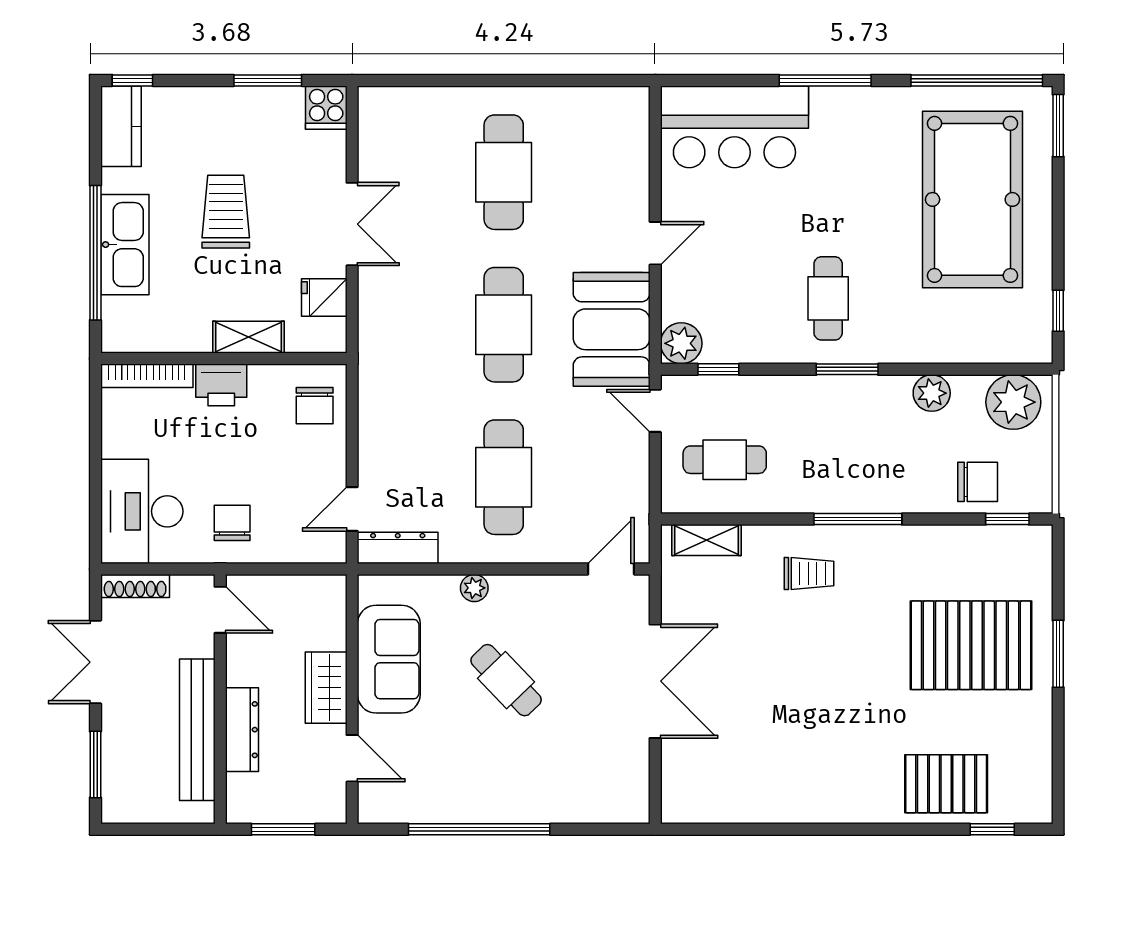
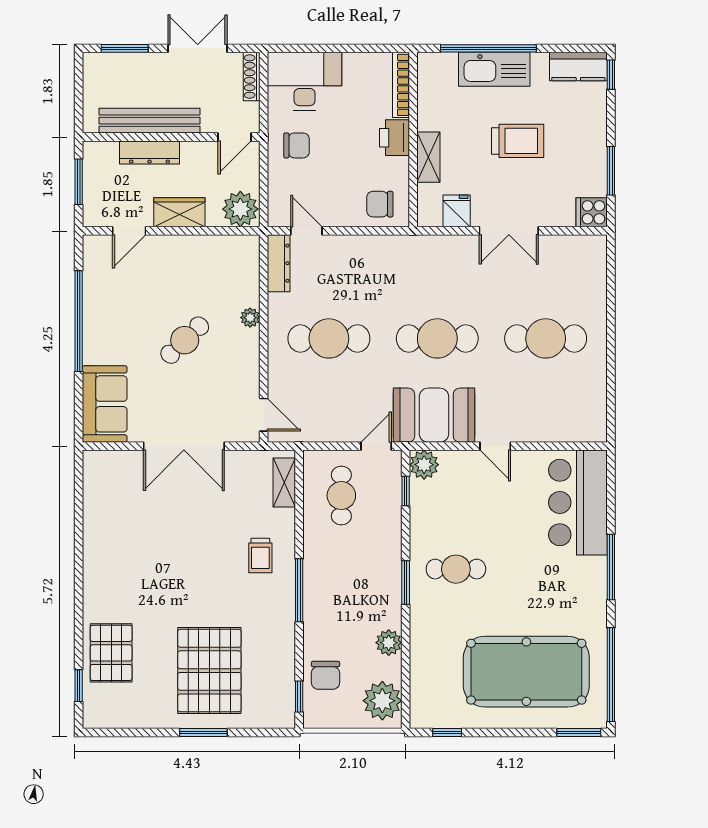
plant: (322, 602) -> (240, 209), added
sofa: (389, 659) -> (105, 404), moved, turned -90

